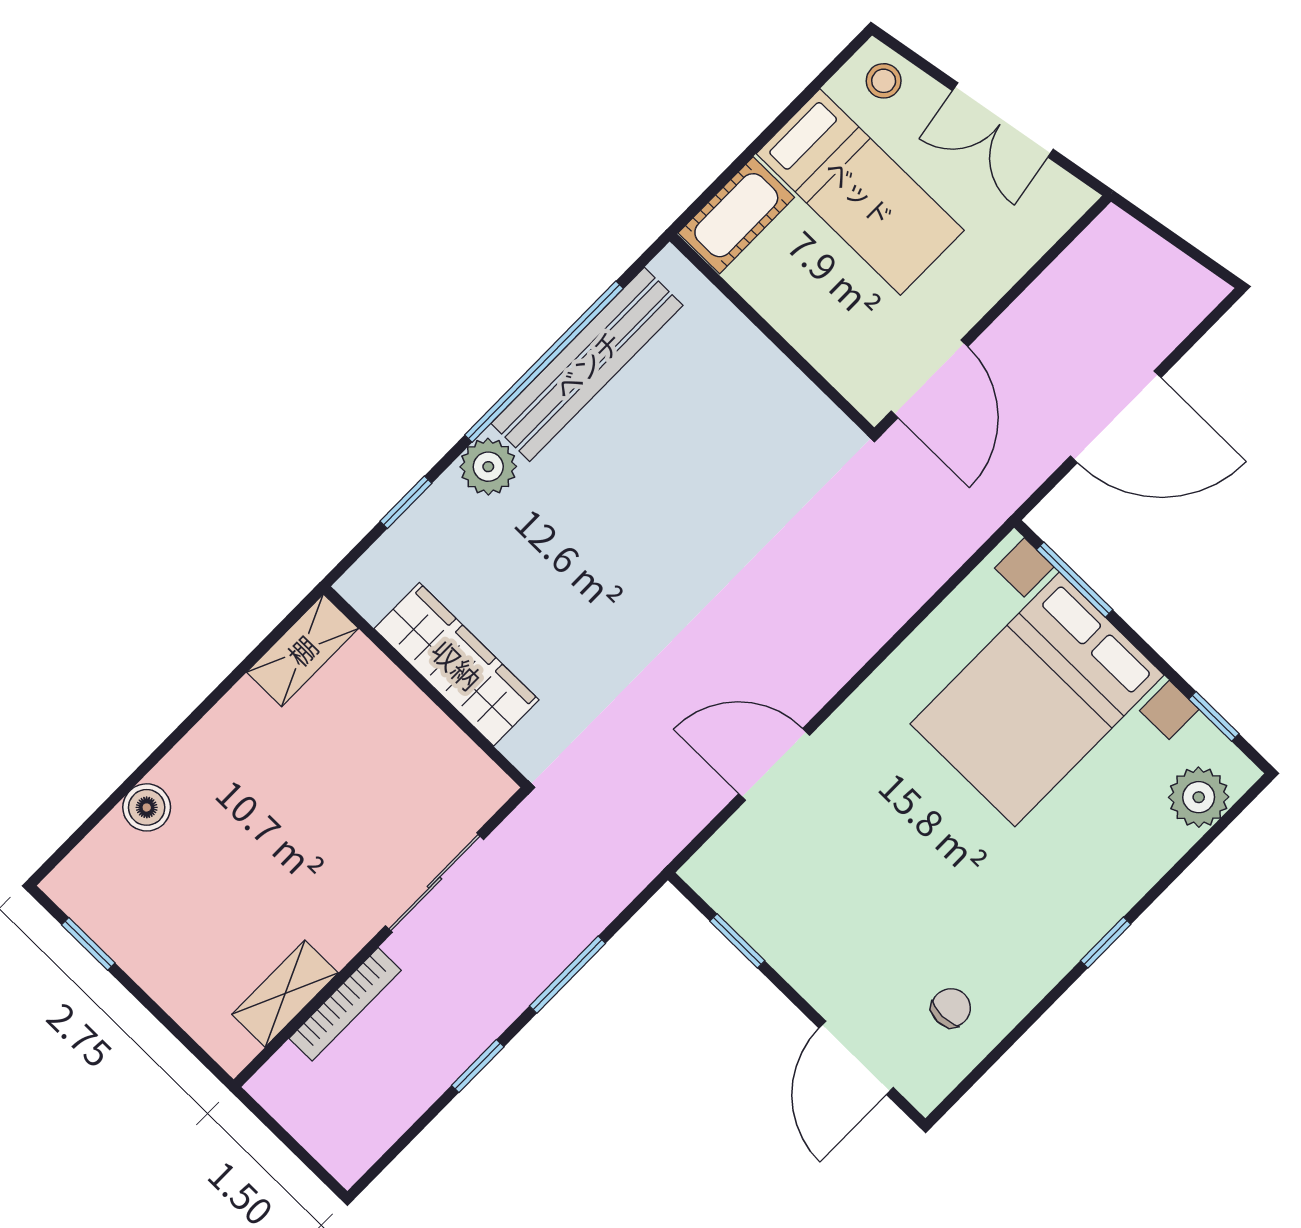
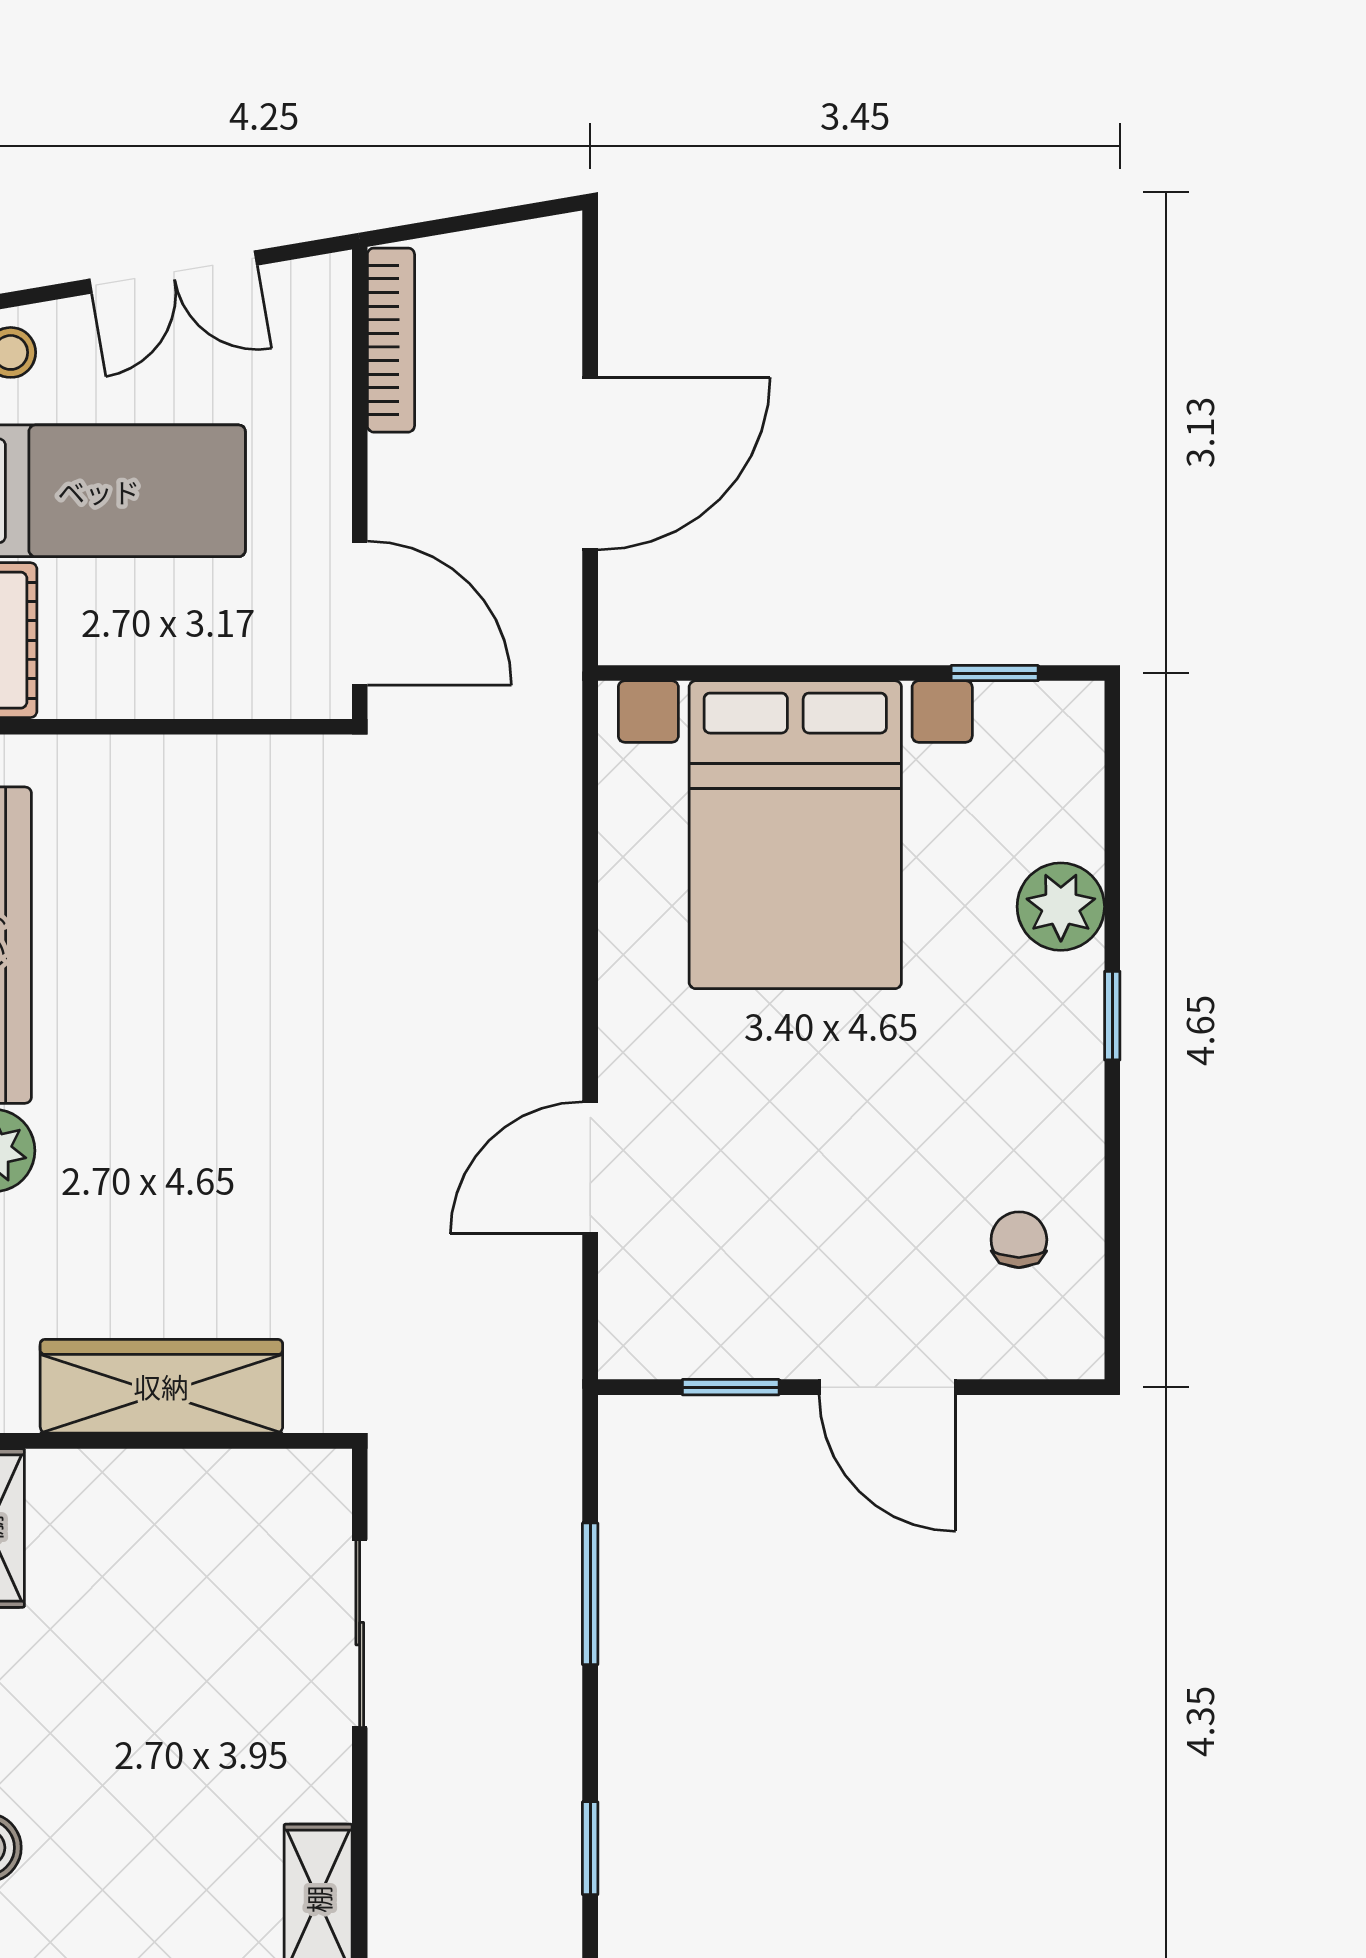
window: (1075, 580) -> (713, 673), removed
plant: (1199, 797) -> (1061, 907), moved
bookcase: (345, 1004) -> (391, 340), moved
door: (856, 1058) -> (887, 1387), moved
window: (478, 1066) -> (590, 1848), moved

